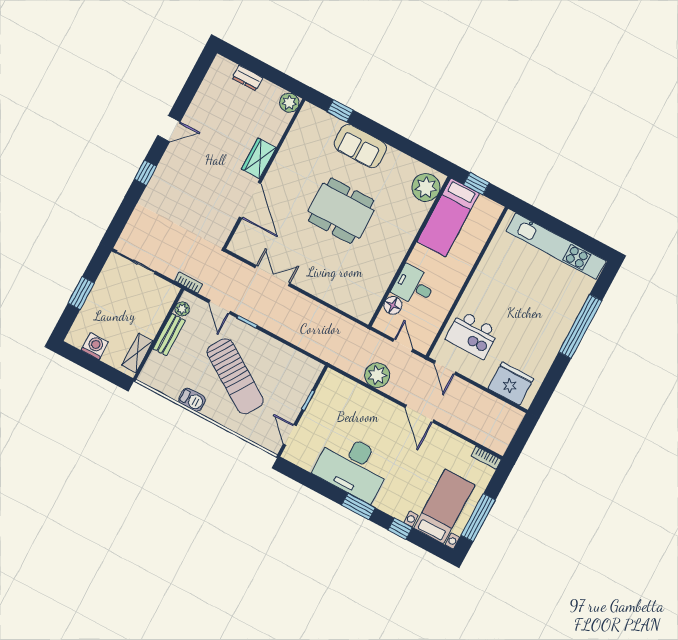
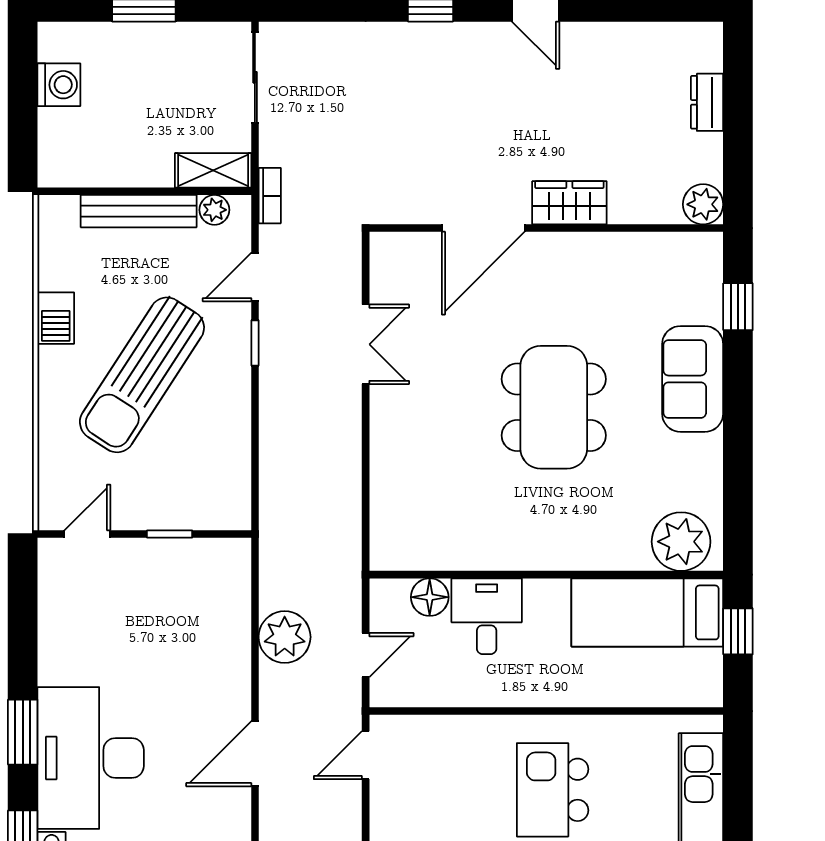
bench: (169, 335) -> (139, 211), width x1.36
kitchen island: (472, 335) -> (553, 790), moved
shelving: (137, 353) -> (213, 170), moved
desk: (353, 467) -> (91, 758), moved

